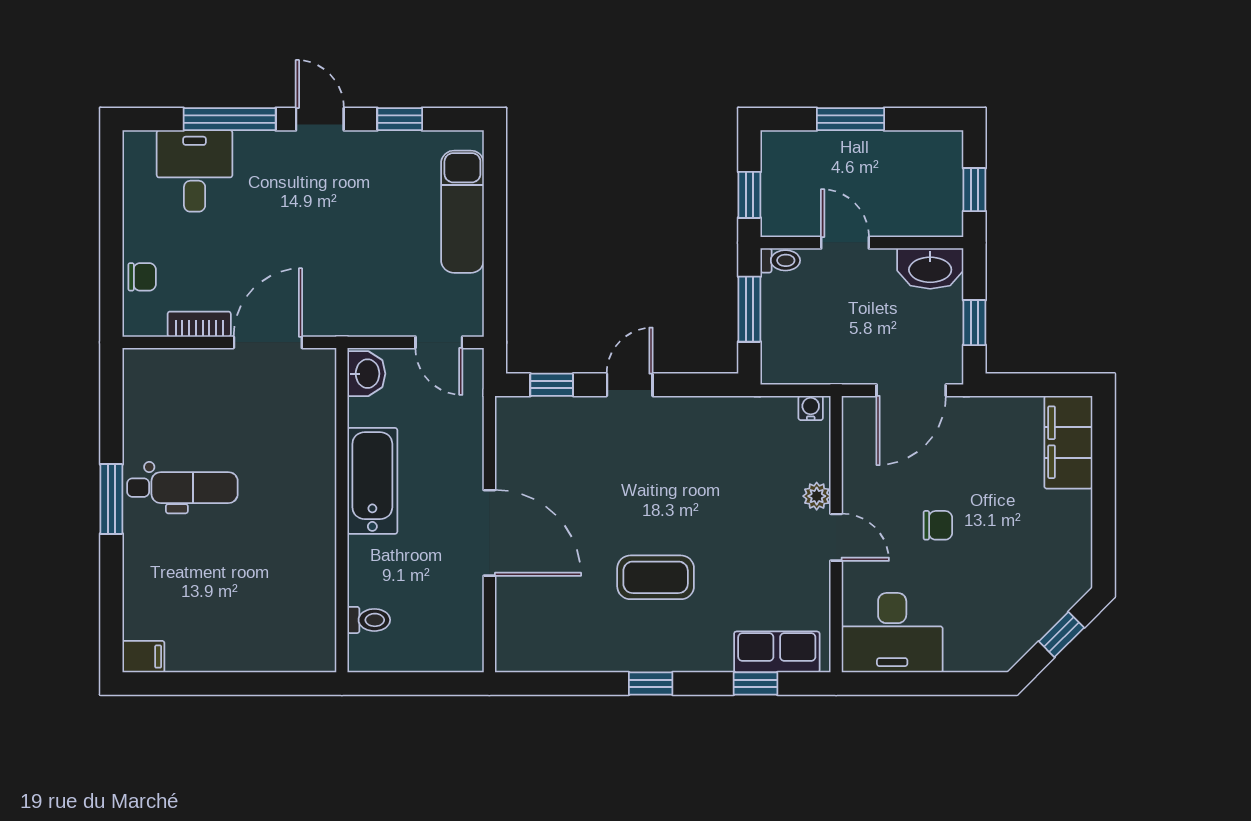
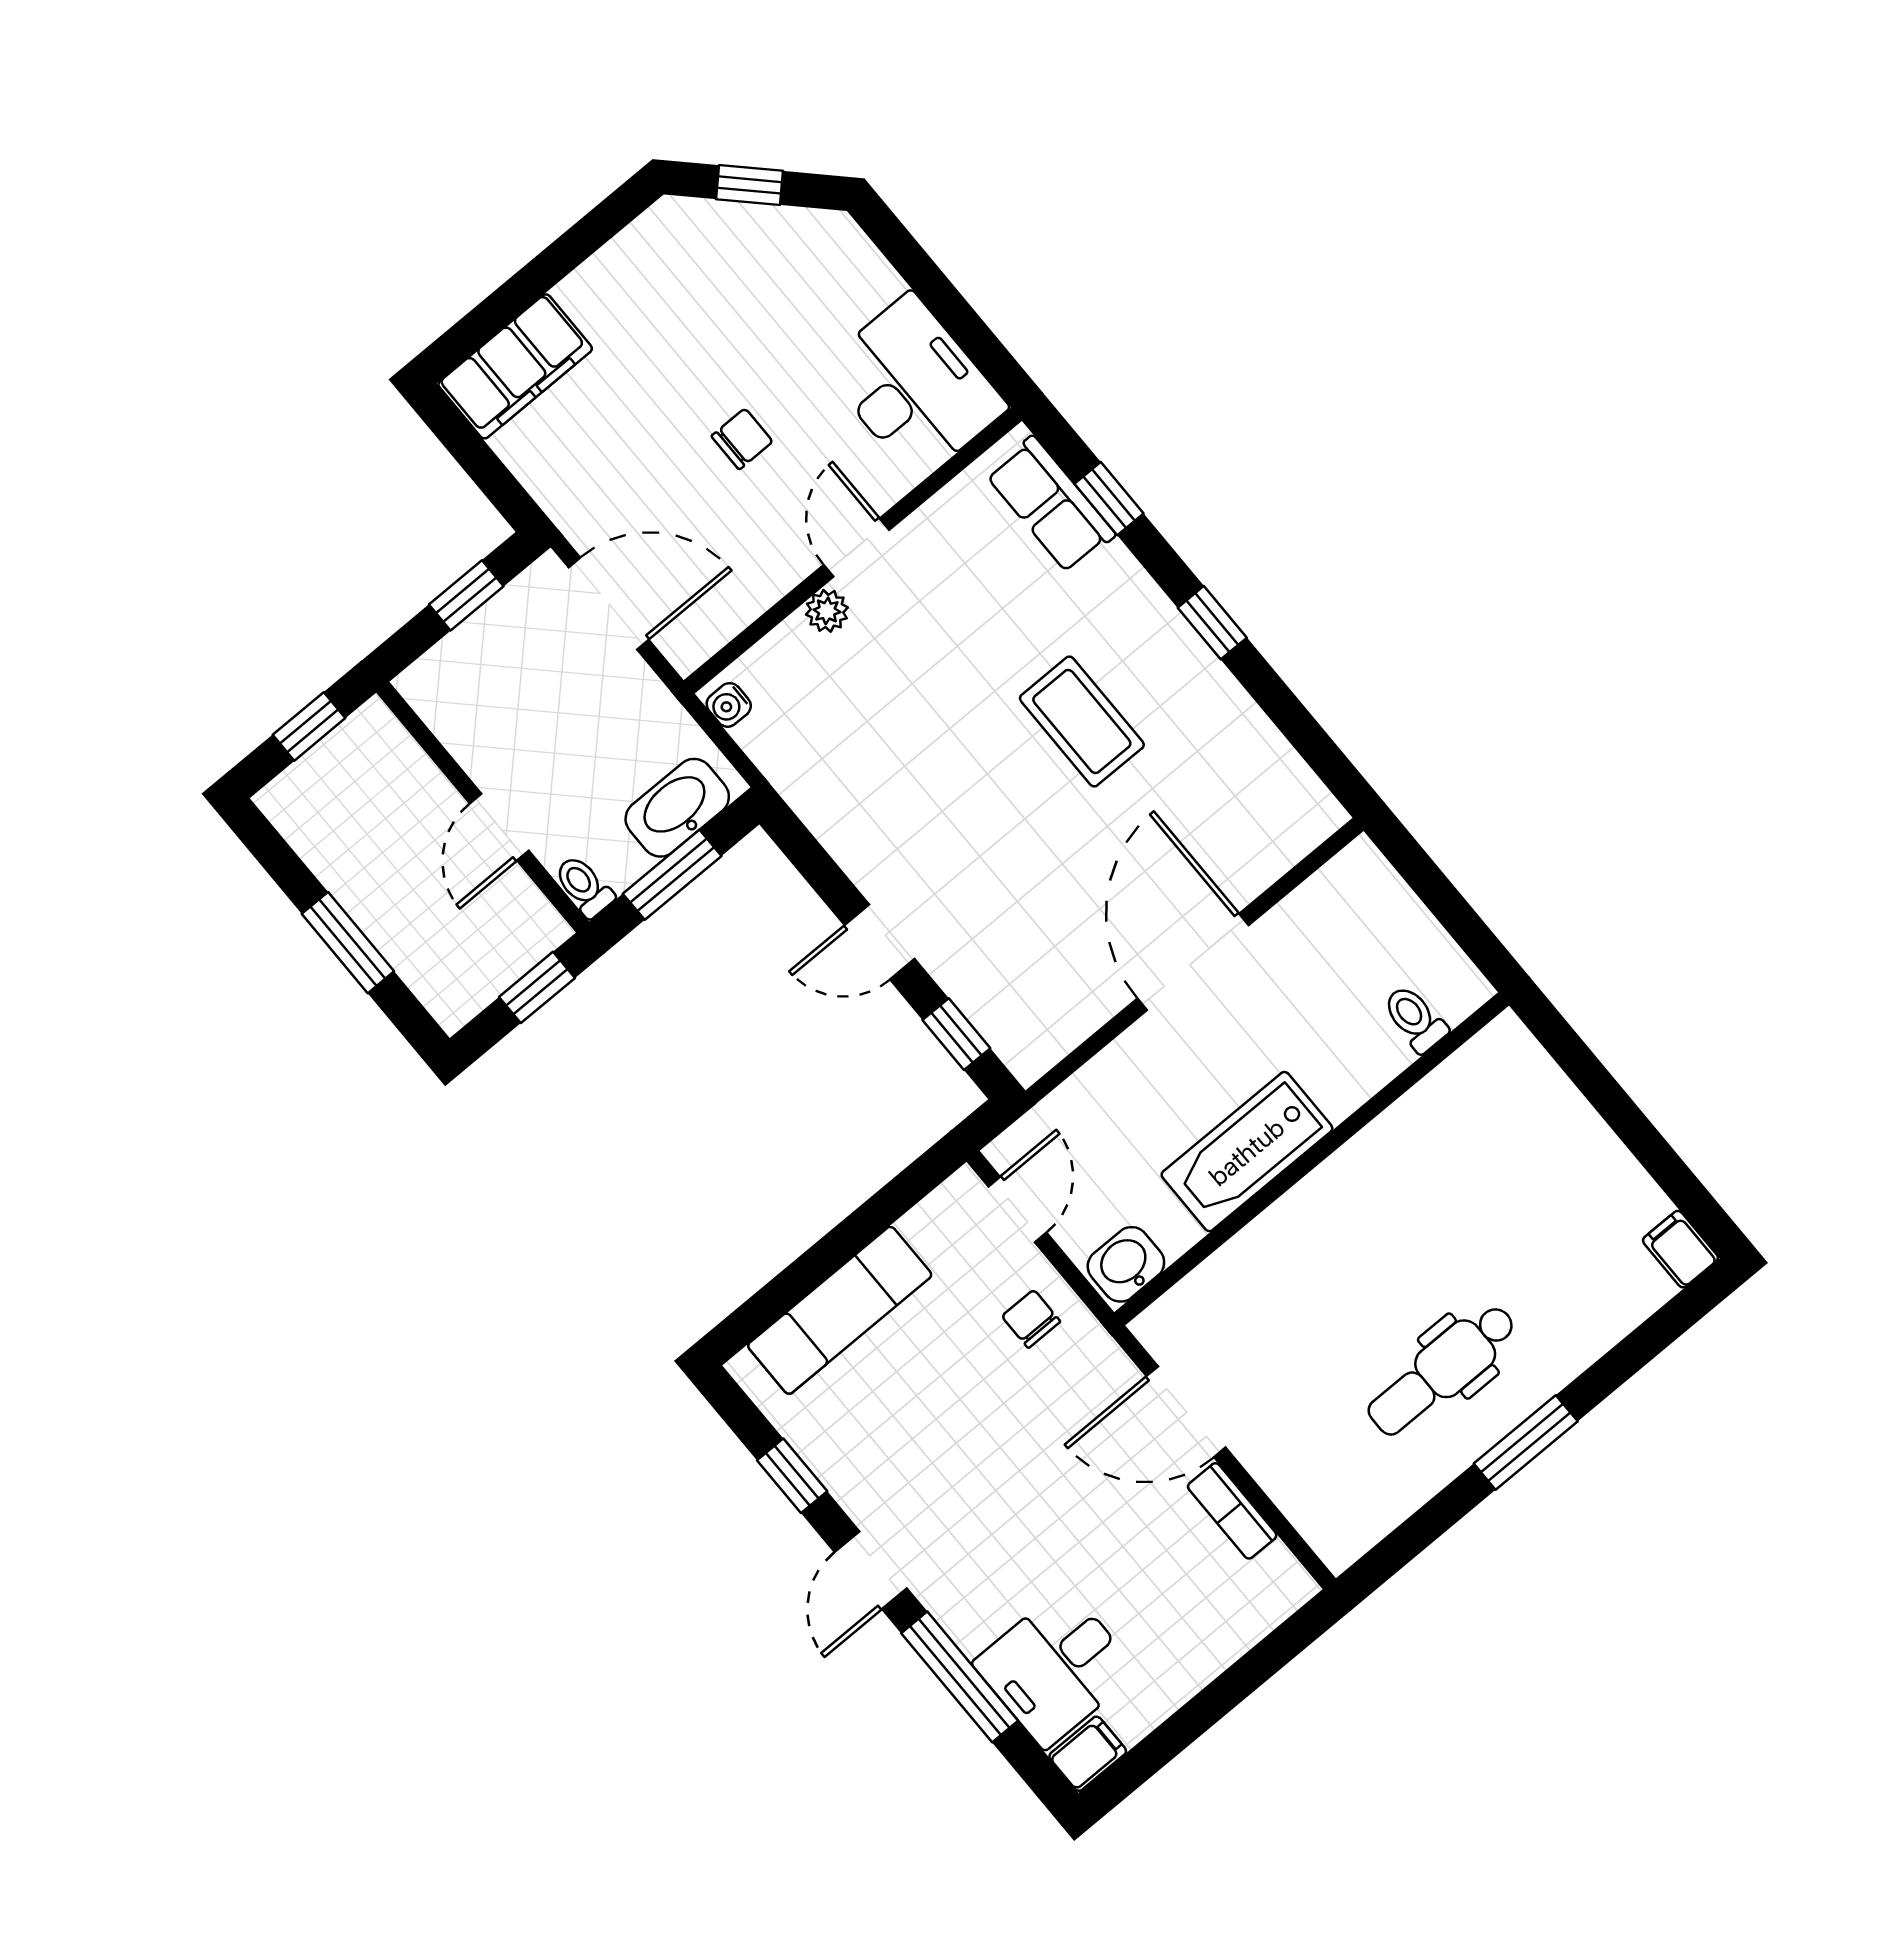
filing cabinet: (138, 151) -> (1088, 1754), added
washbasin: (930, 268) -> (677, 808), moved, turned -90
chair: (142, 277) -> (1031, 1319), moved
dental chair: (182, 488) -> (1442, 1370), turned -90
chair: (938, 525) -> (742, 439), turned 90

